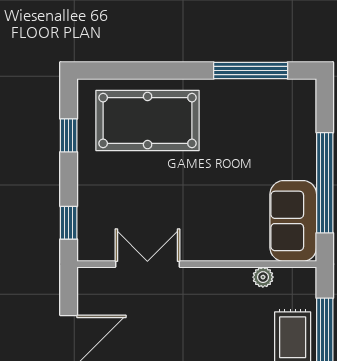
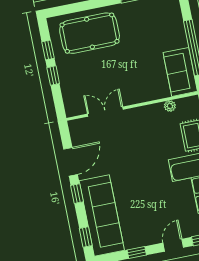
window: (69, 223) -> (53, 76), moved

